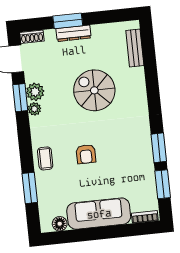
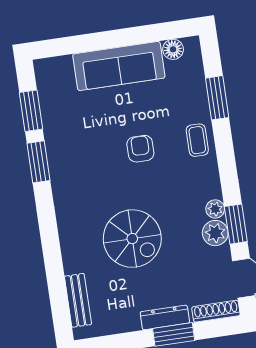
shoe rack: (32, 37) -> (216, 311), width x1.43
bookcase: (145, 217) -> (54, 64), removed

